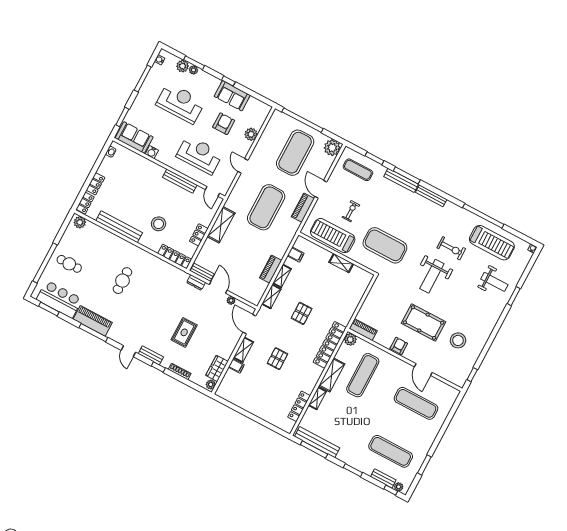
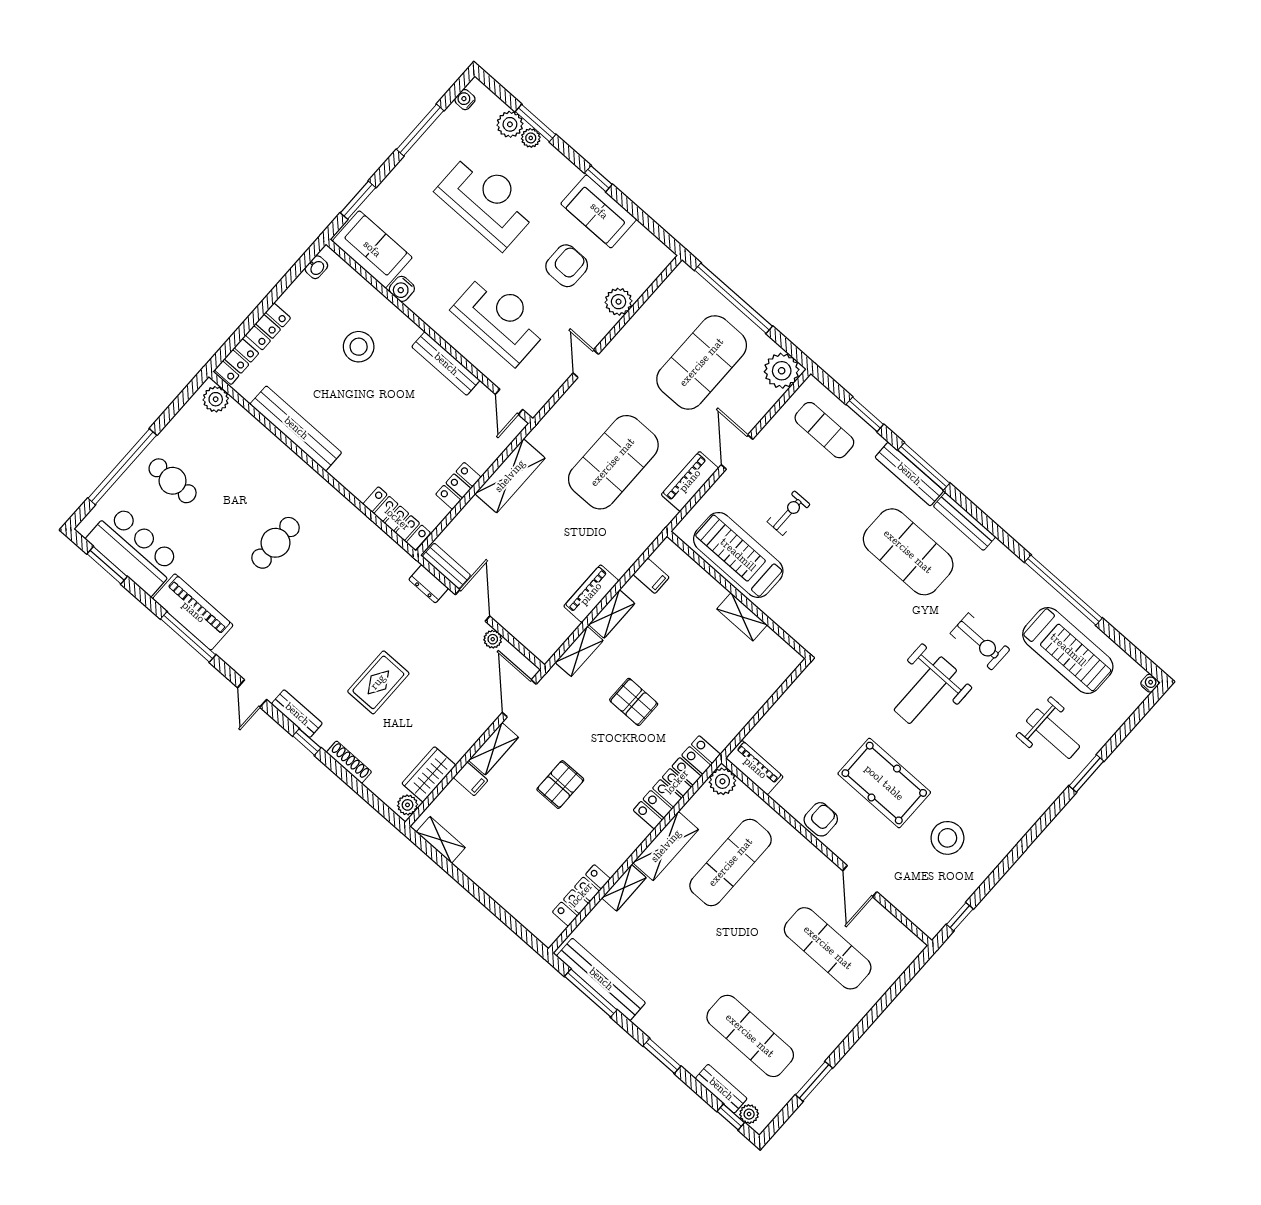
stool: (159, 224) -> (359, 347), moved
exercise mat: (385, 245) -> (908, 552), moved
pallet: (302, 313) -> (634, 702), turned 90
shelving: (229, 397) -> (441, 840), added

